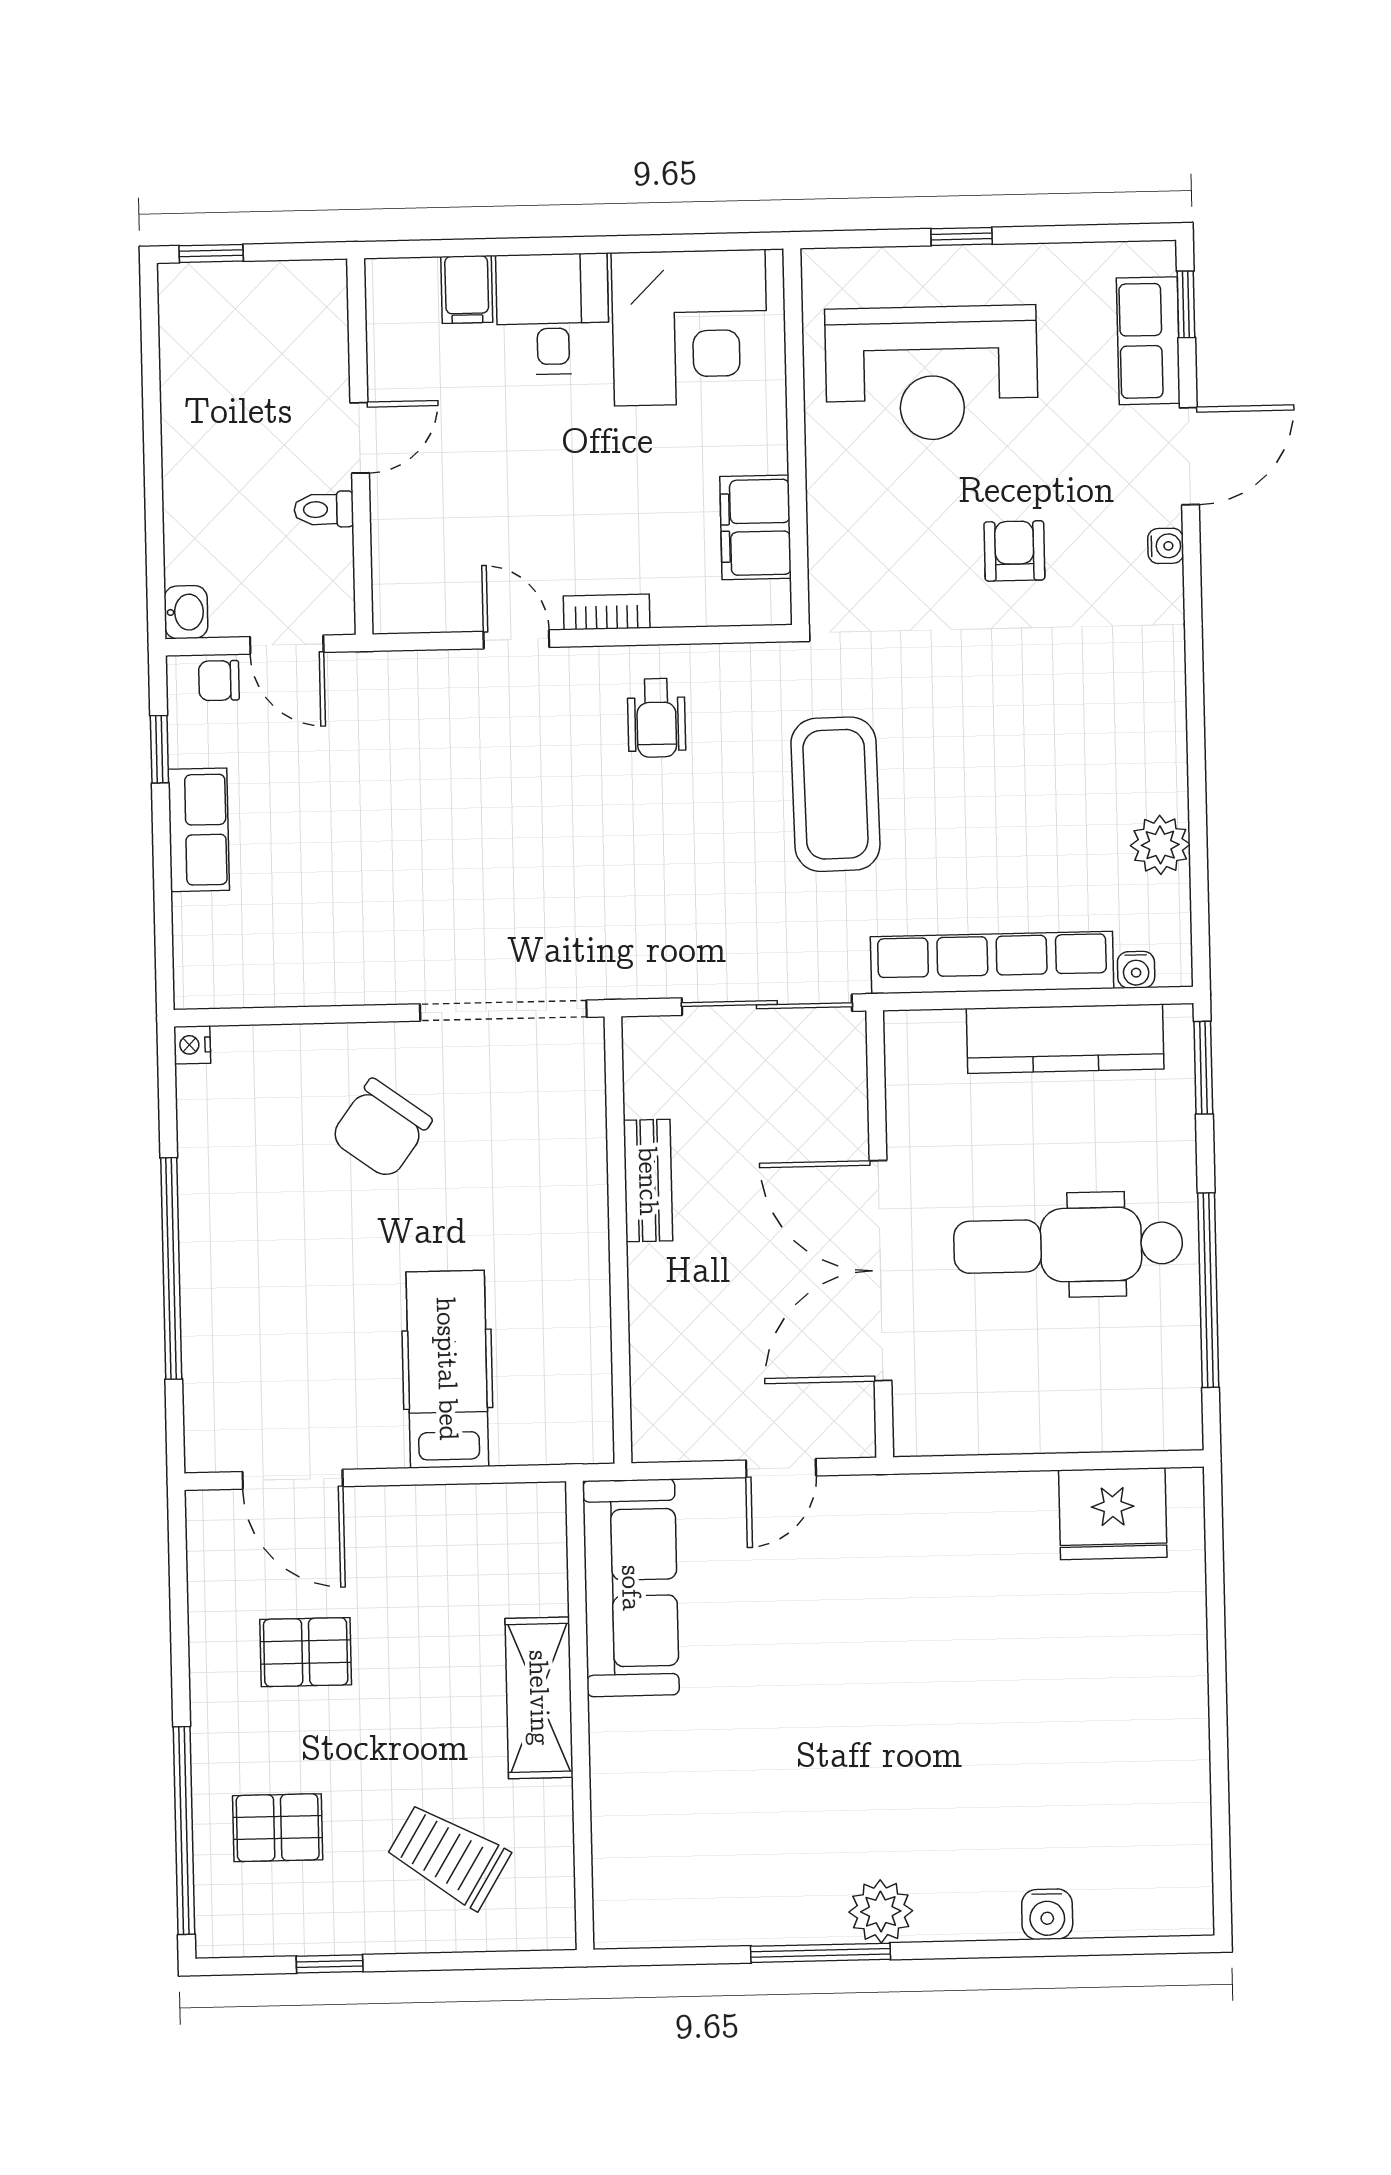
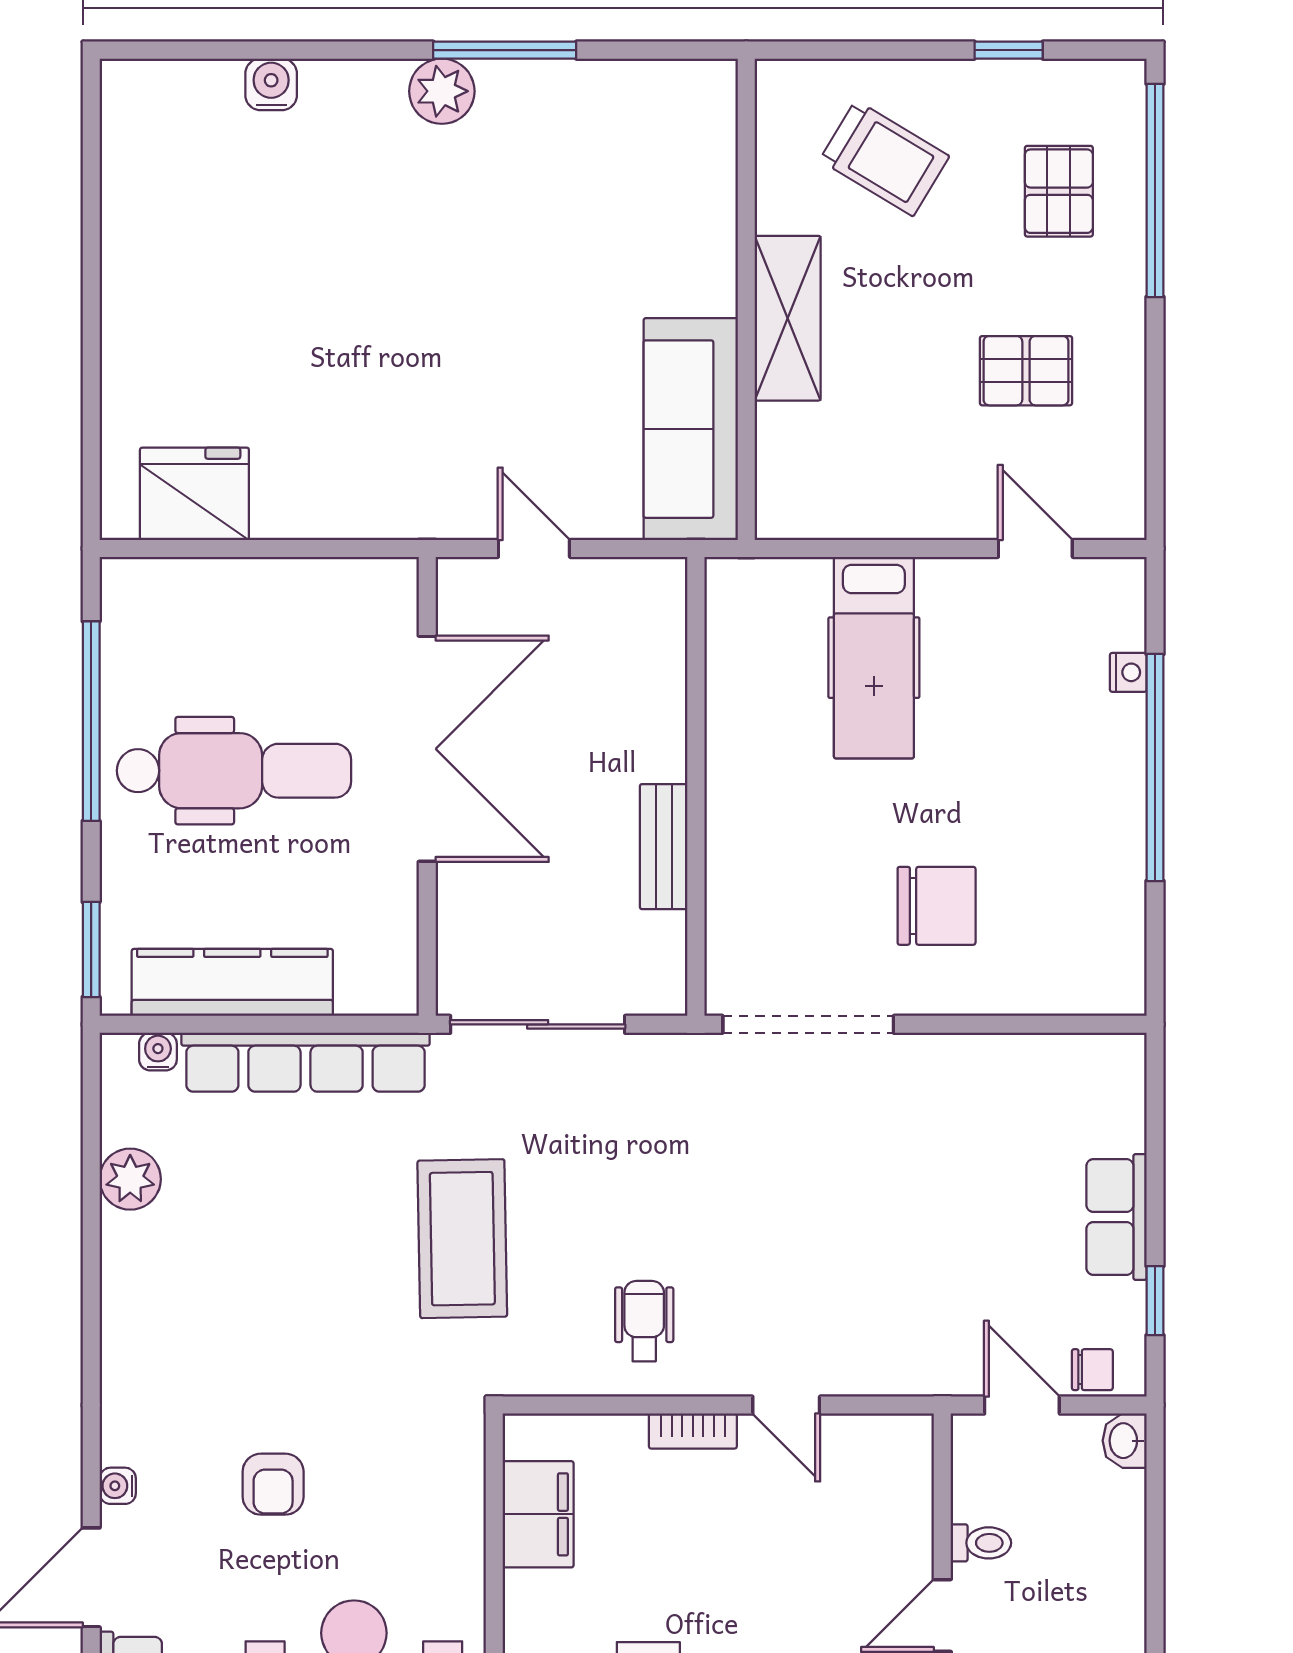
nightstand: (192, 1045) -> (1128, 672), moved
chair: (381, 1129) -> (937, 906), turned 54
door: (781, 1468) -> (534, 548), hinge flipped
door: (293, 1479) -> (1035, 548), width x0.73
pallet: (278, 1828) -> (1059, 191), turned 90

